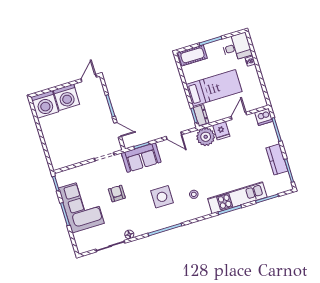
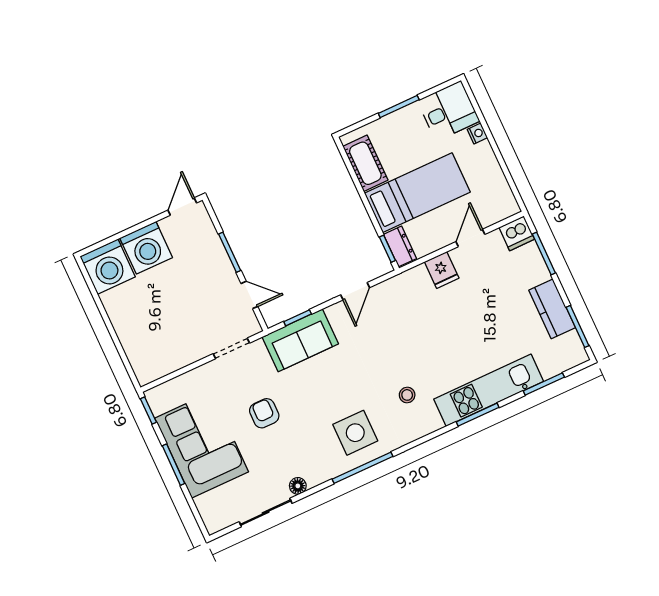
cot: (192, 55) -> (365, 163), moved, turned 90
door: (174, 136) -> (355, 291), hinge flipped
plant: (206, 137) -> (414, 285), removed
side table: (162, 197) -> (355, 433), moved

